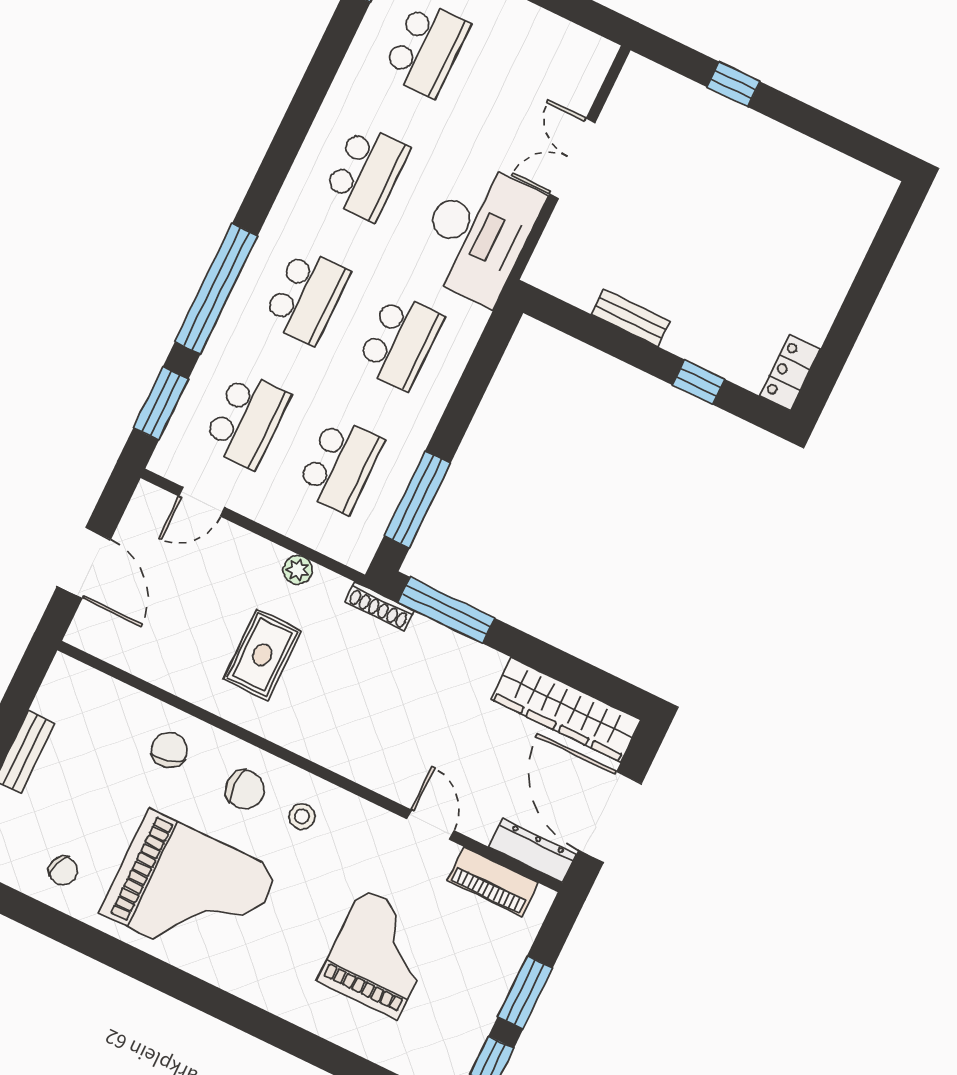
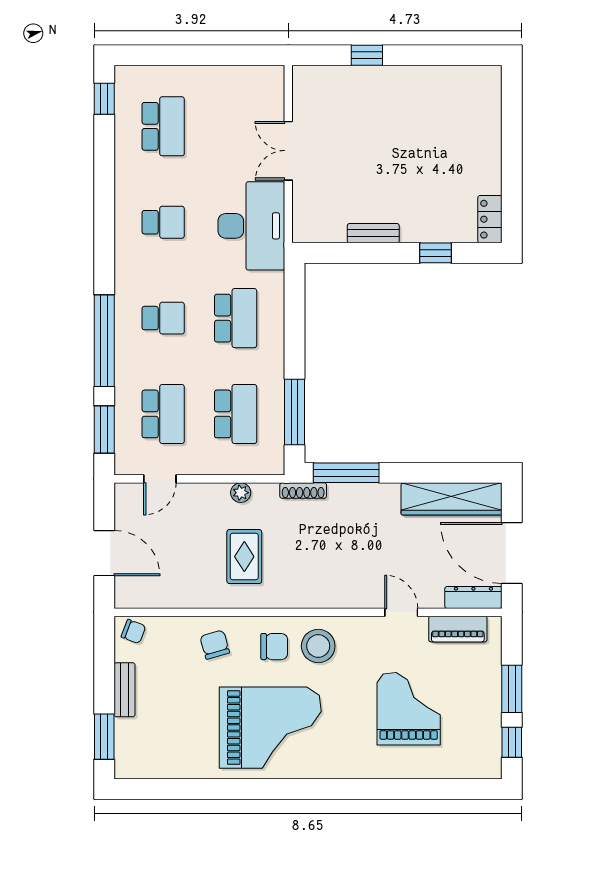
school desk: (366, 173) -> (163, 222), width x0.54
school desk: (306, 296) -> (163, 318), width x0.54
stool: (302, 816) -> (318, 646), width x1.89, depth x1.89
chair: (63, 871) -> (133, 632), moved

